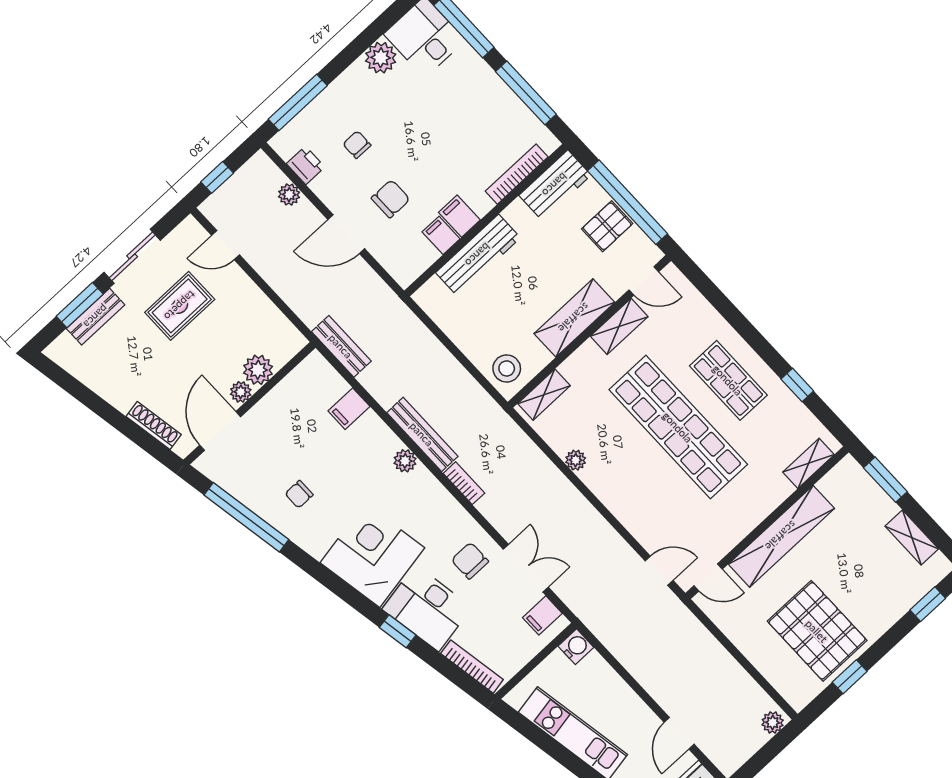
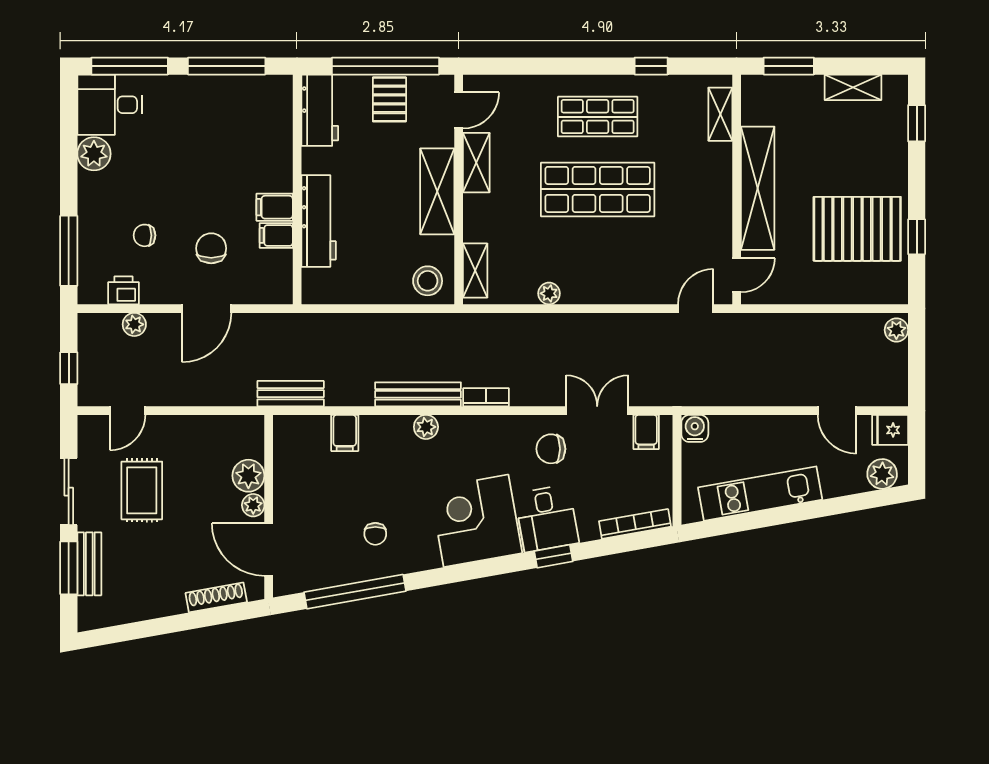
bookcase: (517, 174) -> (283, 132), removed
shop shelf: (678, 427) -> (598, 189), width x0.71
desk: (427, 608) -> (547, 518), width x0.73

